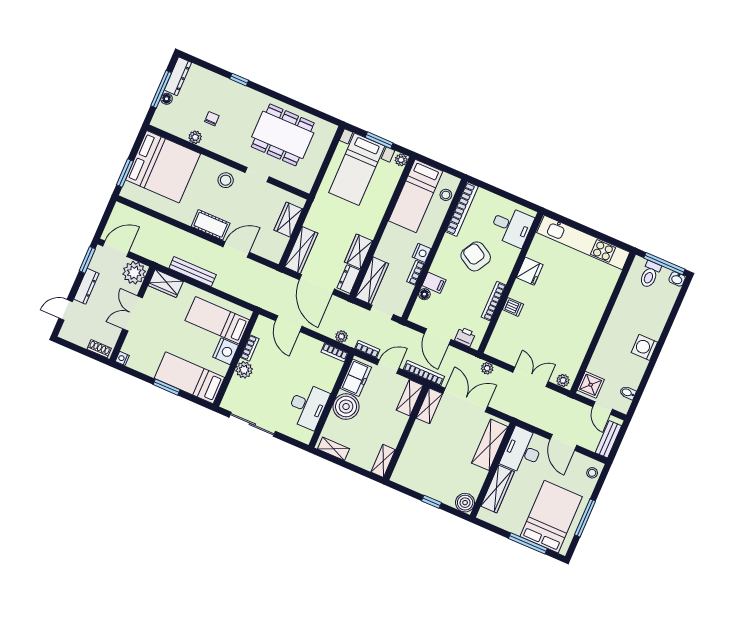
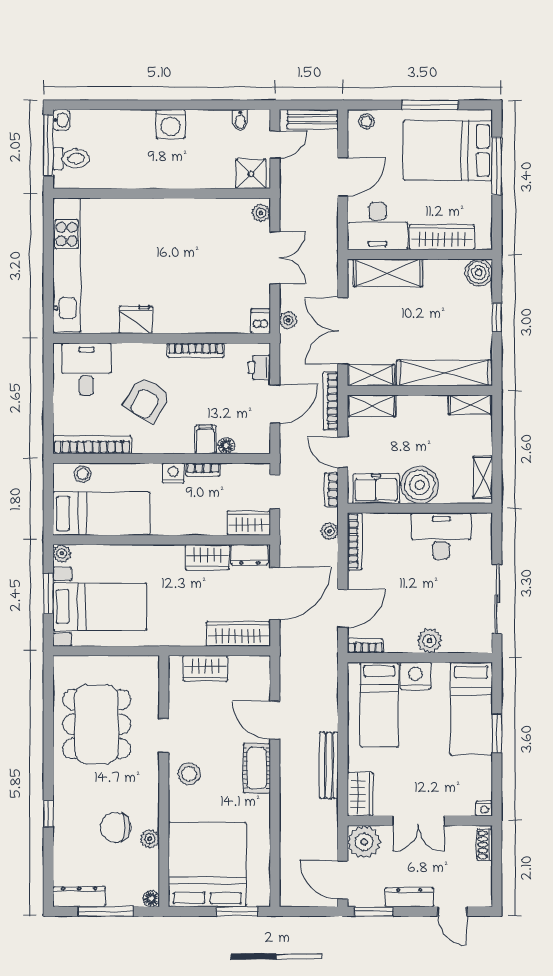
floor lamp: (167, 99) -> (151, 899), moved
chair: (212, 119) -> (116, 827), width x1.87, depth x1.87
wardrobe: (372, 281) -> (249, 523), width x0.67
dishwasher: (513, 307) -> (261, 321), moved
bookcase: (250, 348) -> (365, 646), moved
bookcase: (335, 352) -> (355, 541), width x1.56
double door: (531, 377) -> (275, 258), swing flipped
shelving: (411, 453) -> (444, 373), added

